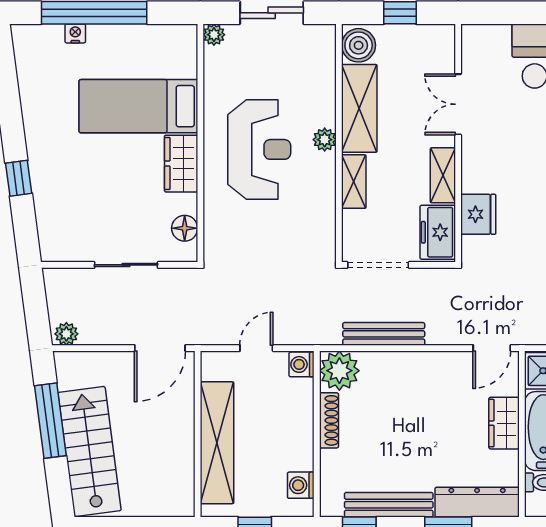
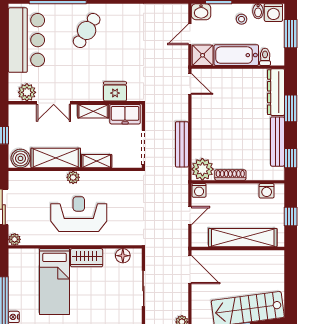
plant: (477, 57) -> (27, 92), added
door: (256, 348) -> (190, 216), swing flipped
wardrobe: (504, 423) -> (232, 77), removed

